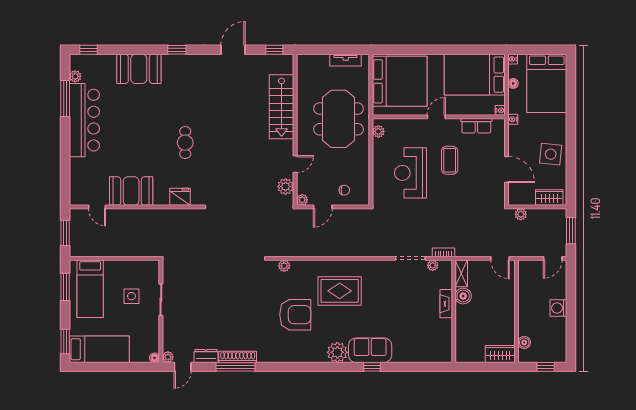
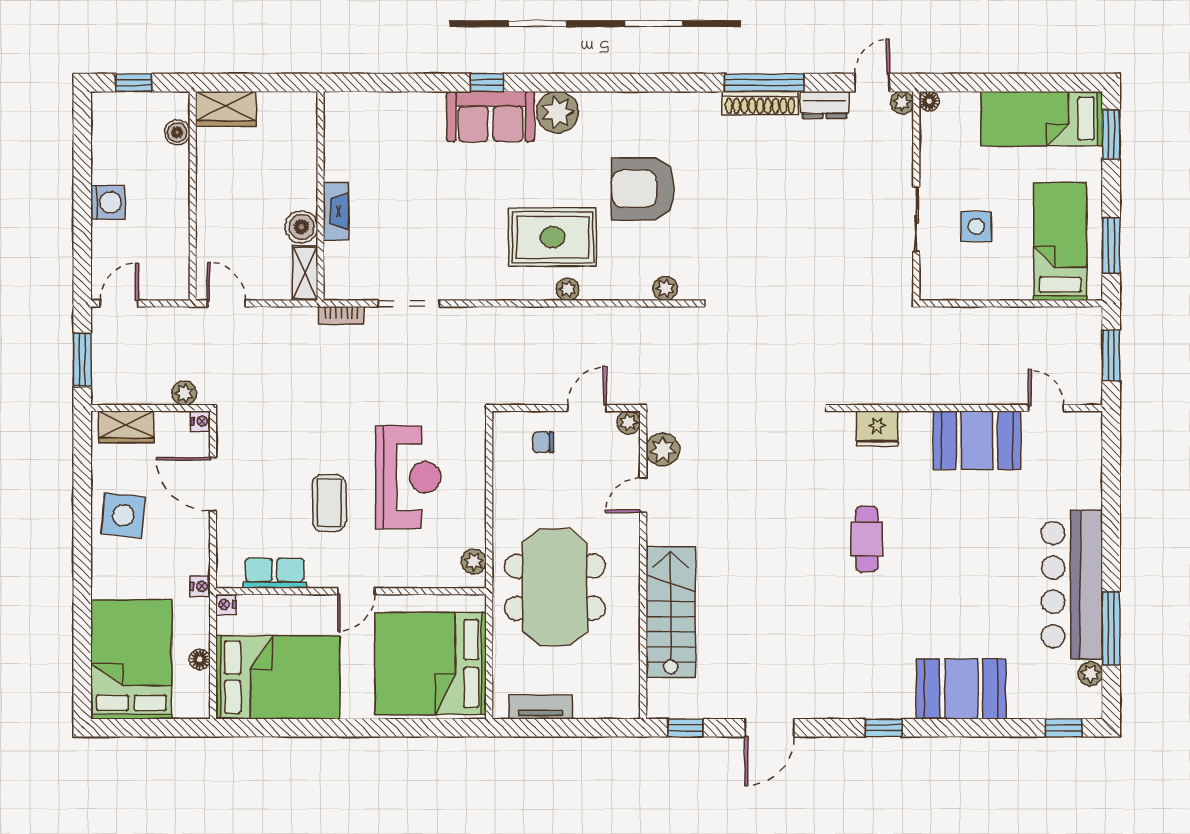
nightstand: (513, 59) -> (201, 421), moved
plant: (433, 265) -> (568, 289), moved

